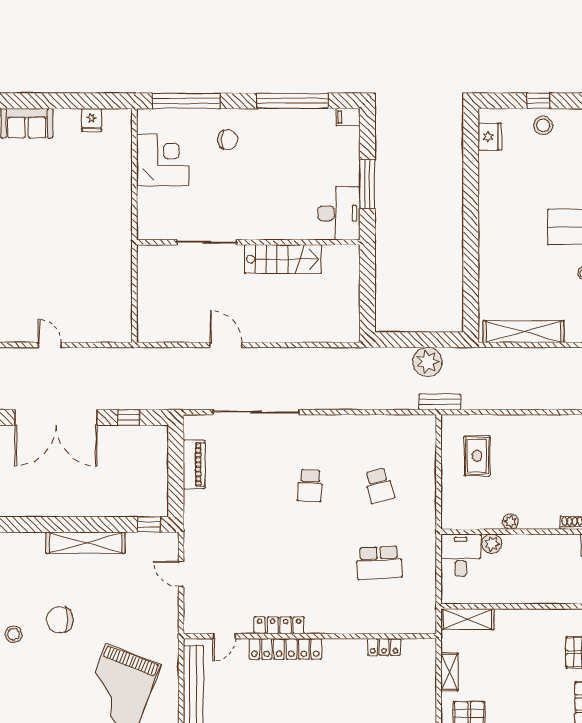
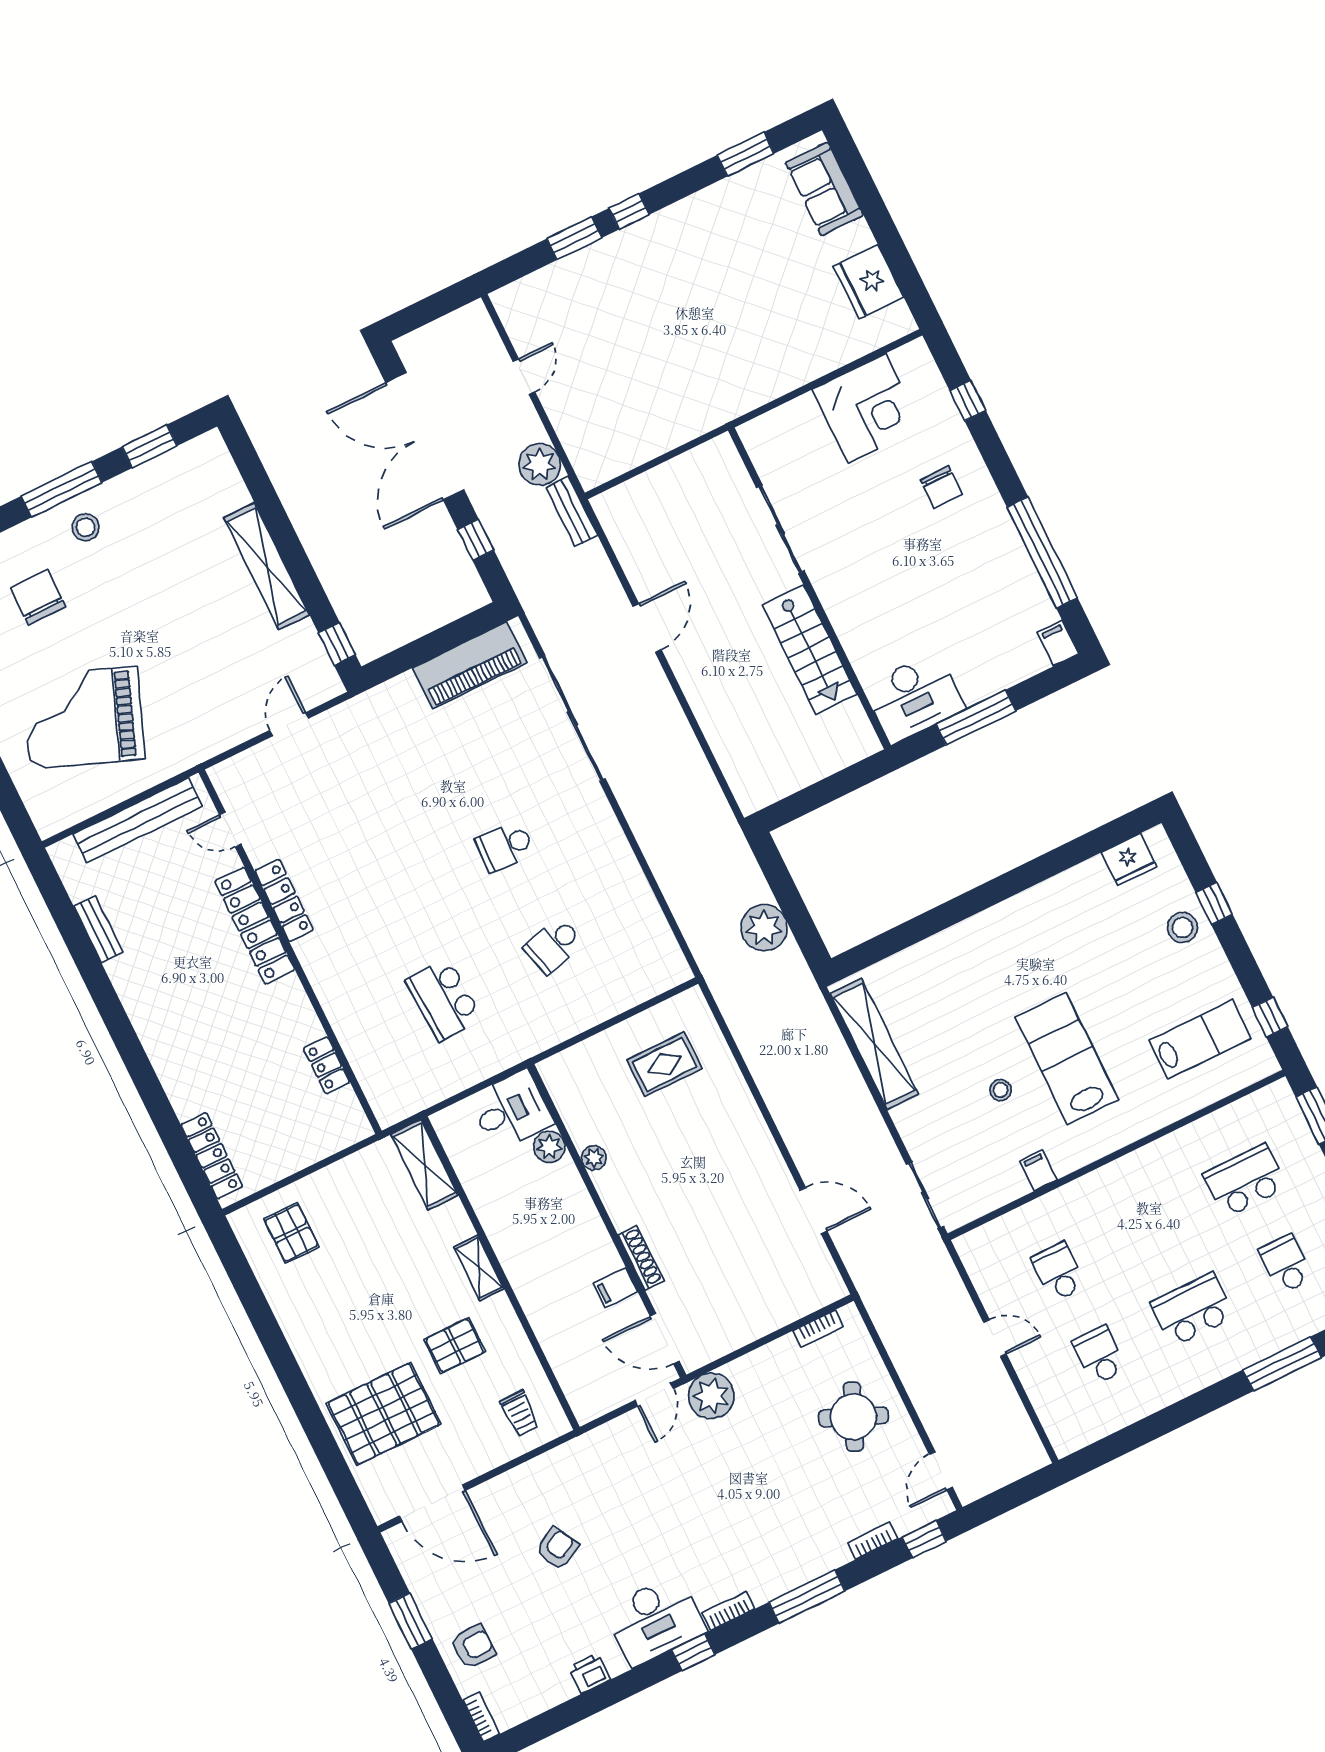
window: (186, 101) -> (968, 401), width x0.32
fridge: (92, 120) -> (869, 282), width x1.88, depth x1.34
plant: (104, 360) -> (540, 464), added
bench: (440, 402) -> (572, 511), moved
piano: (194, 464) -> (470, 665), width x1.37, depth x1.33
chair: (60, 620) -> (38, 597), moved
shelving: (449, 672) -> (479, 1268), moved, turned 90

